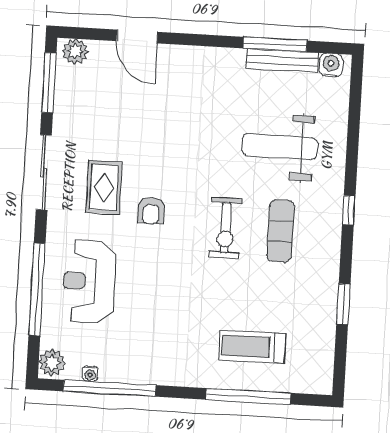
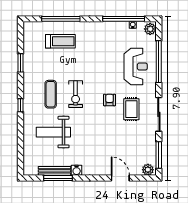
water cooler: (331, 65) -> (77, 170), moved
weight bench: (280, 147) -> (53, 132), turned 180
exercise bike: (225, 228) -> (76, 94), turned 180

